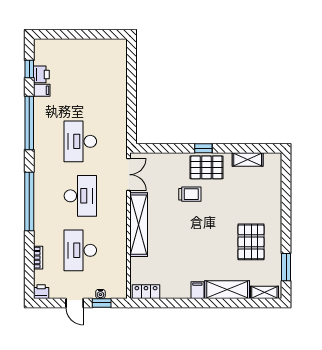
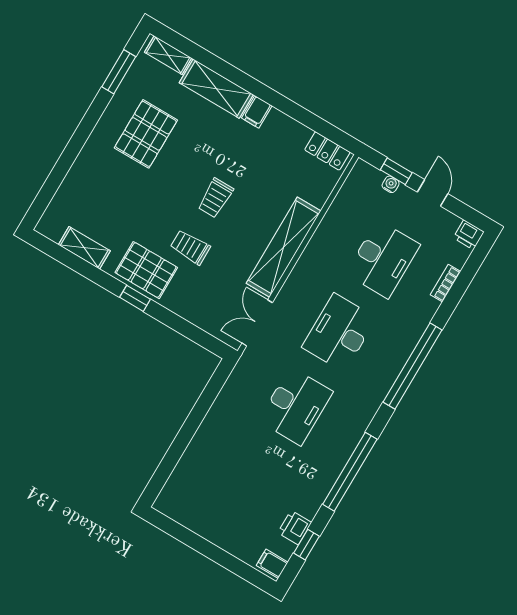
filing cabinet: (42, 90) -> (272, 564), moved
trolley: (192, 229) -> (215, 198), added

